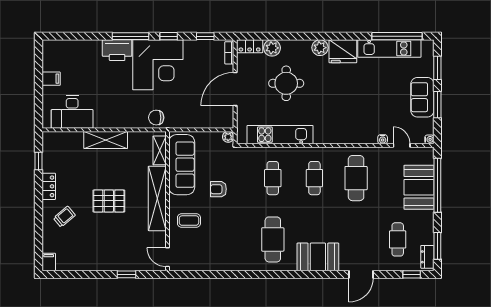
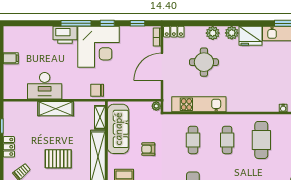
plant: (272, 48) -> (213, 33), moved
desk: (72, 112) -> (45, 86), moved

